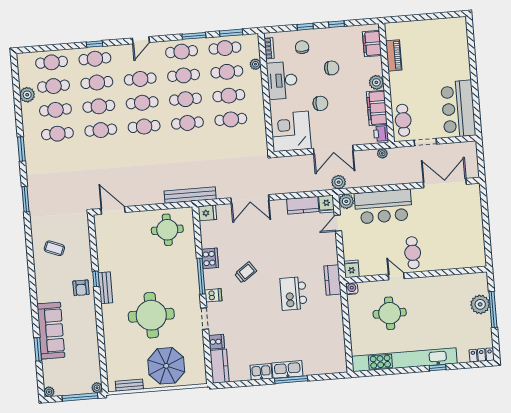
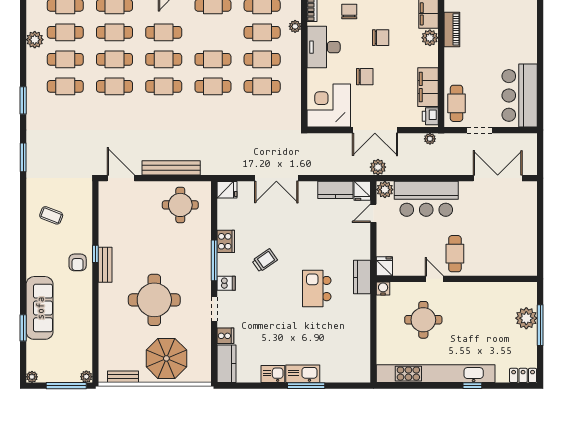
cafe table: (184, 75) -> (213, 32), removed
plant: (376, 82) -> (430, 38), moved
bench: (190, 195) -> (171, 168), moved

